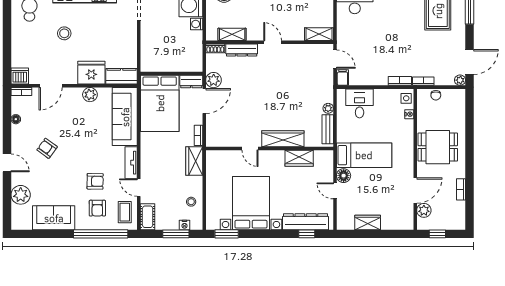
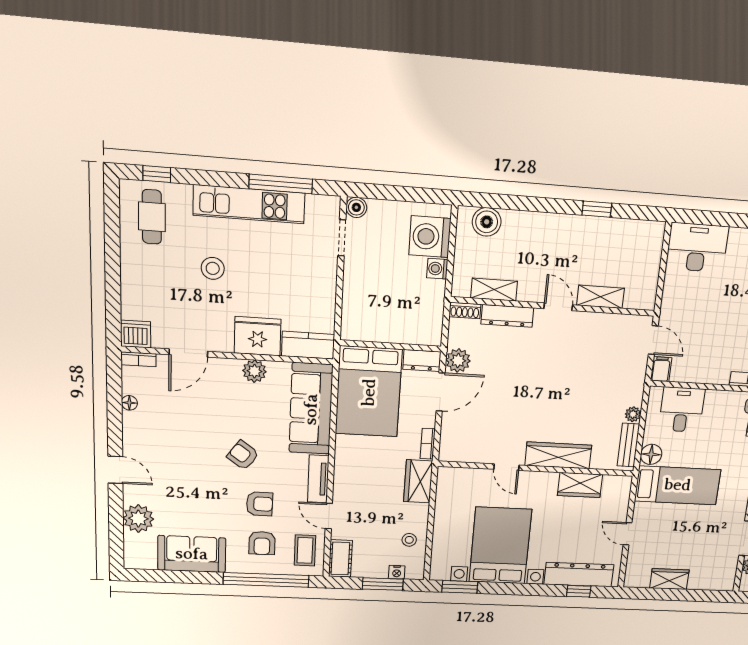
shelving: (319, 34) -> (600, 297), moved
armchair: (47, 148) -> (243, 455), moved
floor lamp: (344, 176) -> (651, 454), moved

